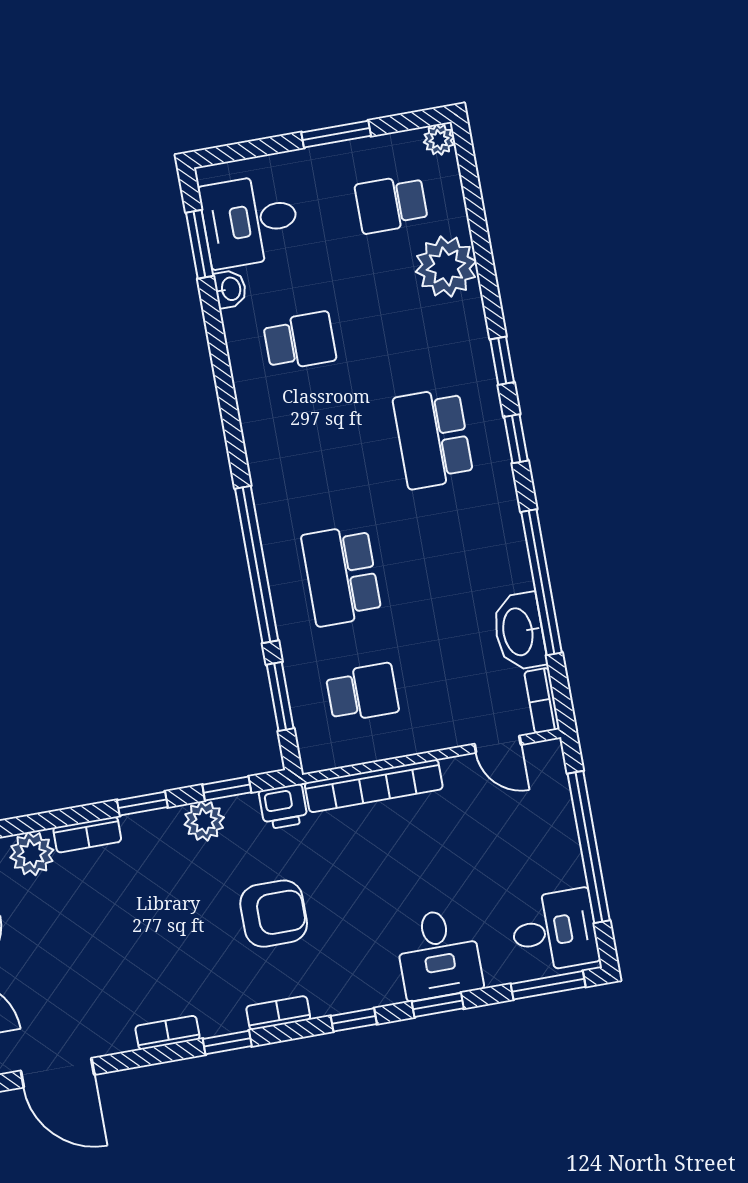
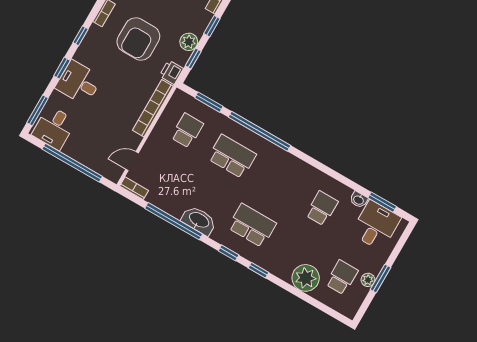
plant: (439, 140) -> (368, 280), moved
school desk: (300, 341) -> (322, 208), turned 180
washbasin: (519, 632) -> (199, 220), moved
school desk: (362, 693) -> (187, 131), turned 180
armchair: (274, 914) -> (138, 39), width x1.36, depth x1.36

